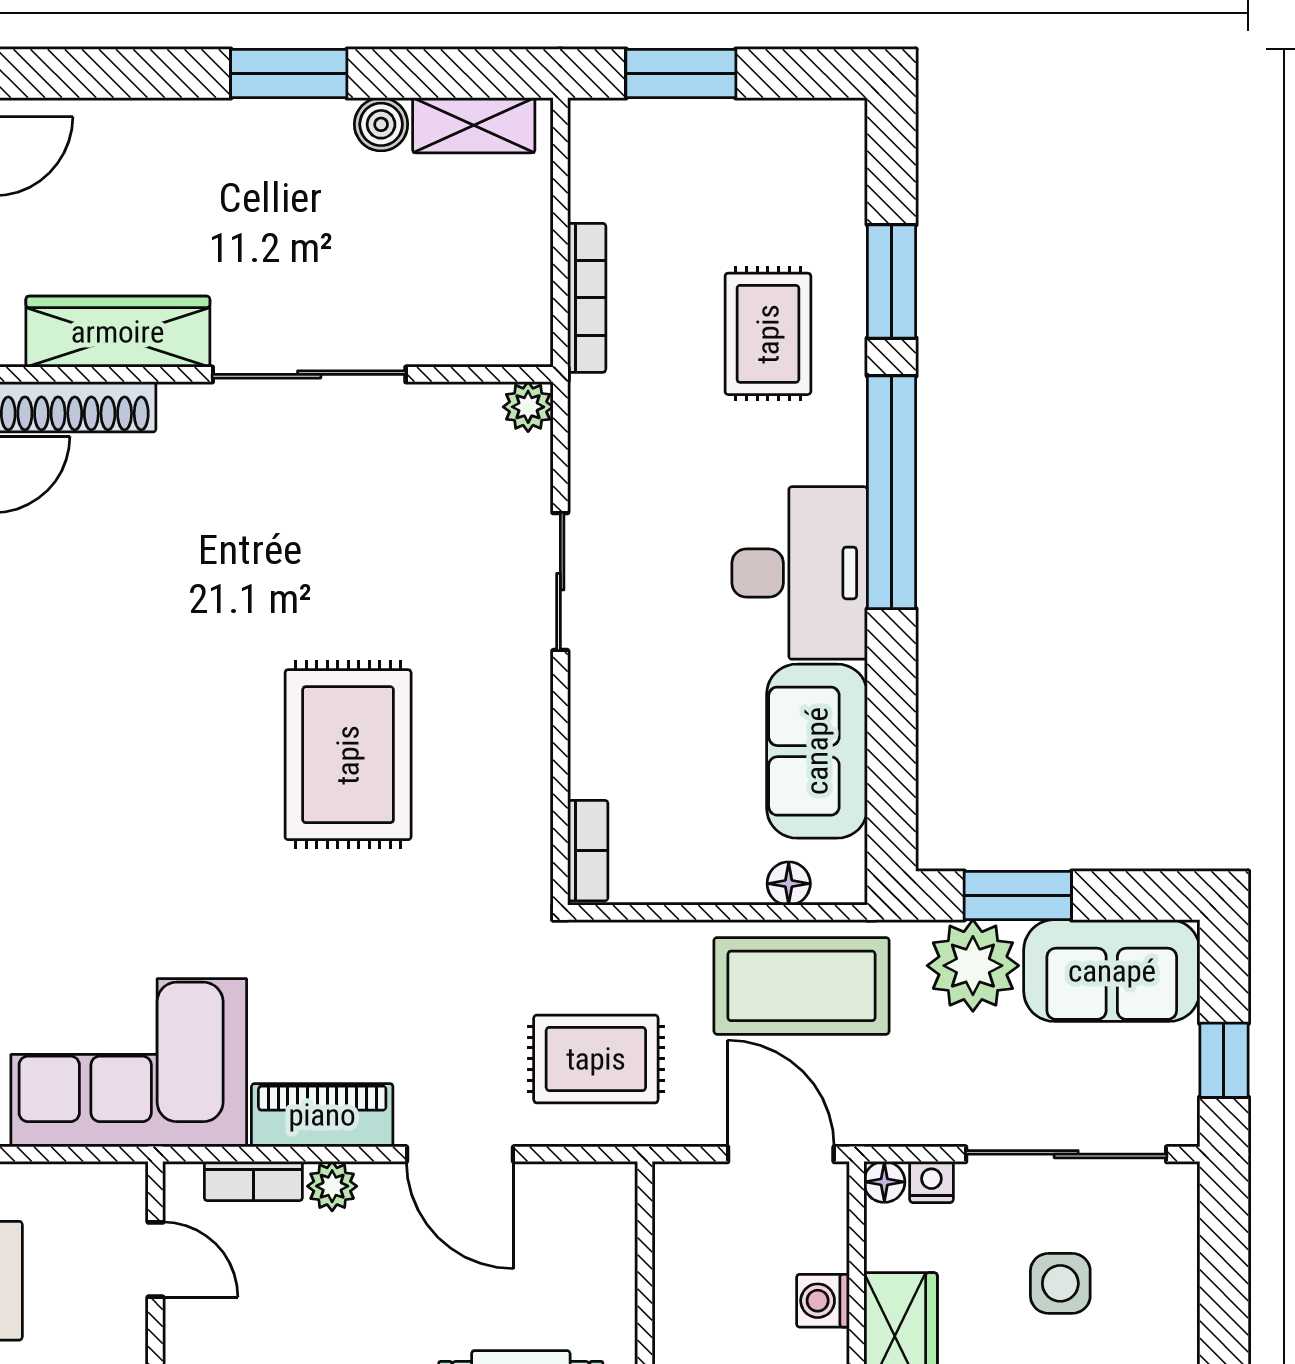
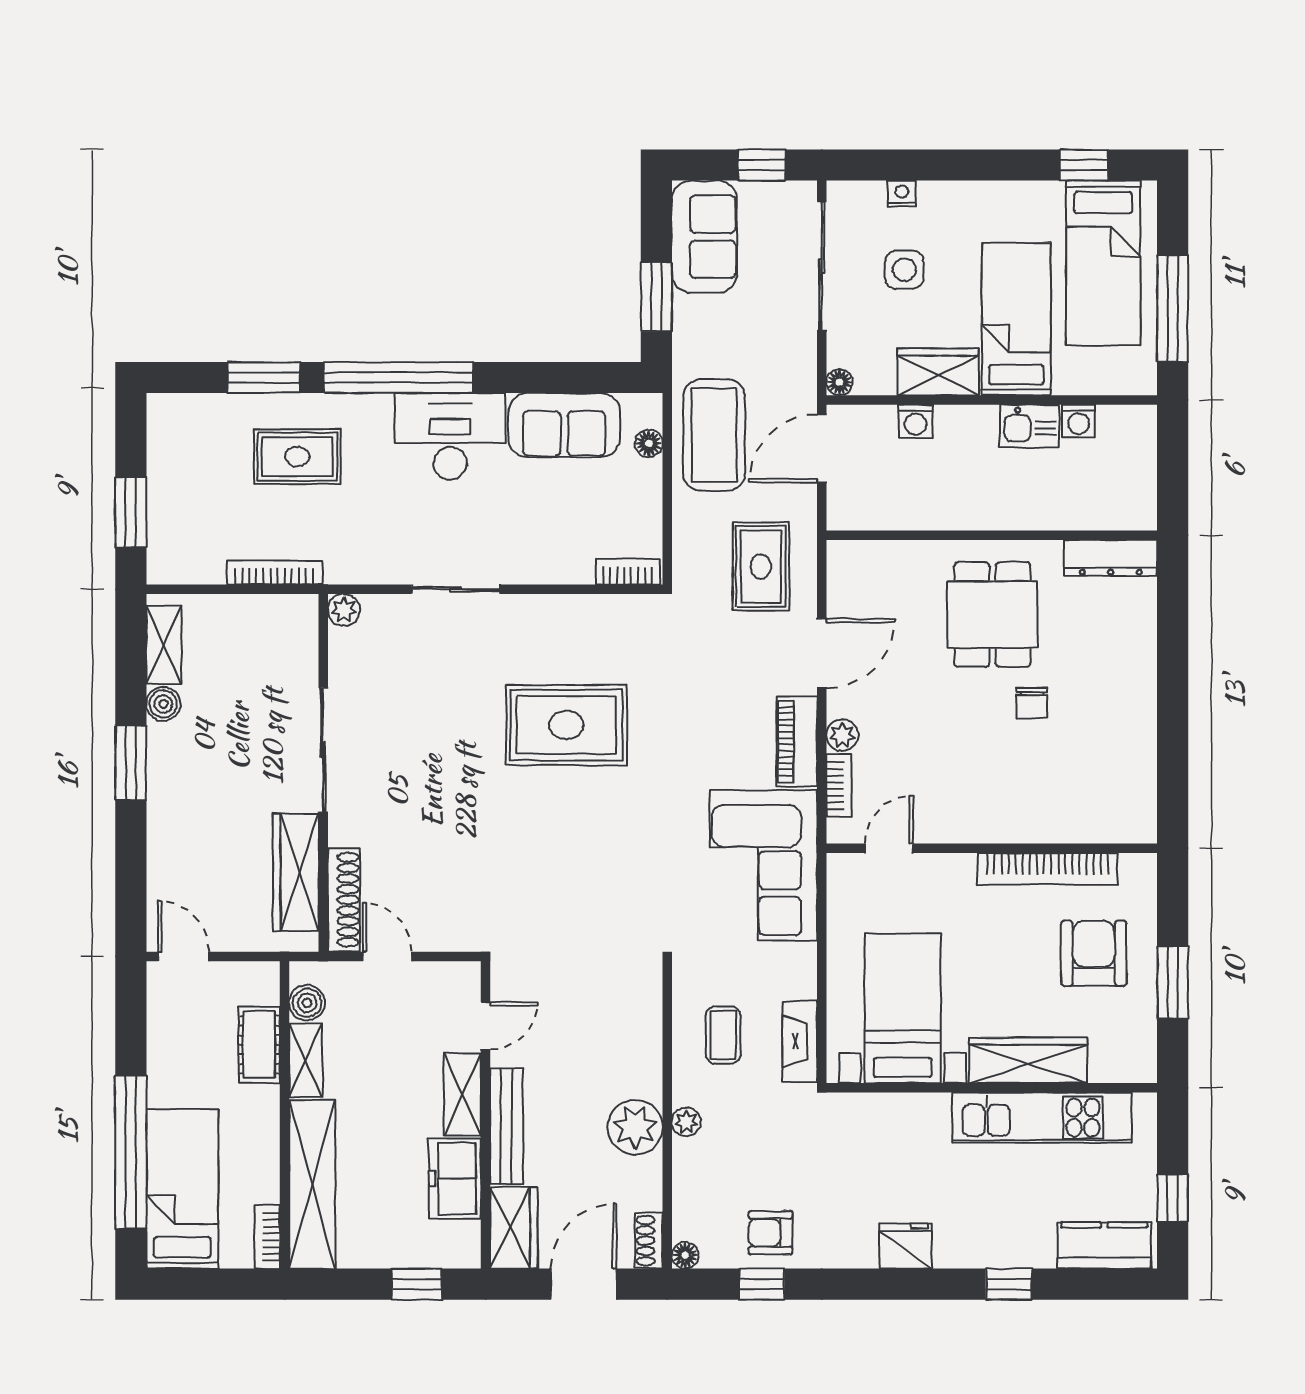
plant: (973, 966) -> (701, 325), removed
nightstand: (931, 1182) -> (902, 194), moved, turned 90

